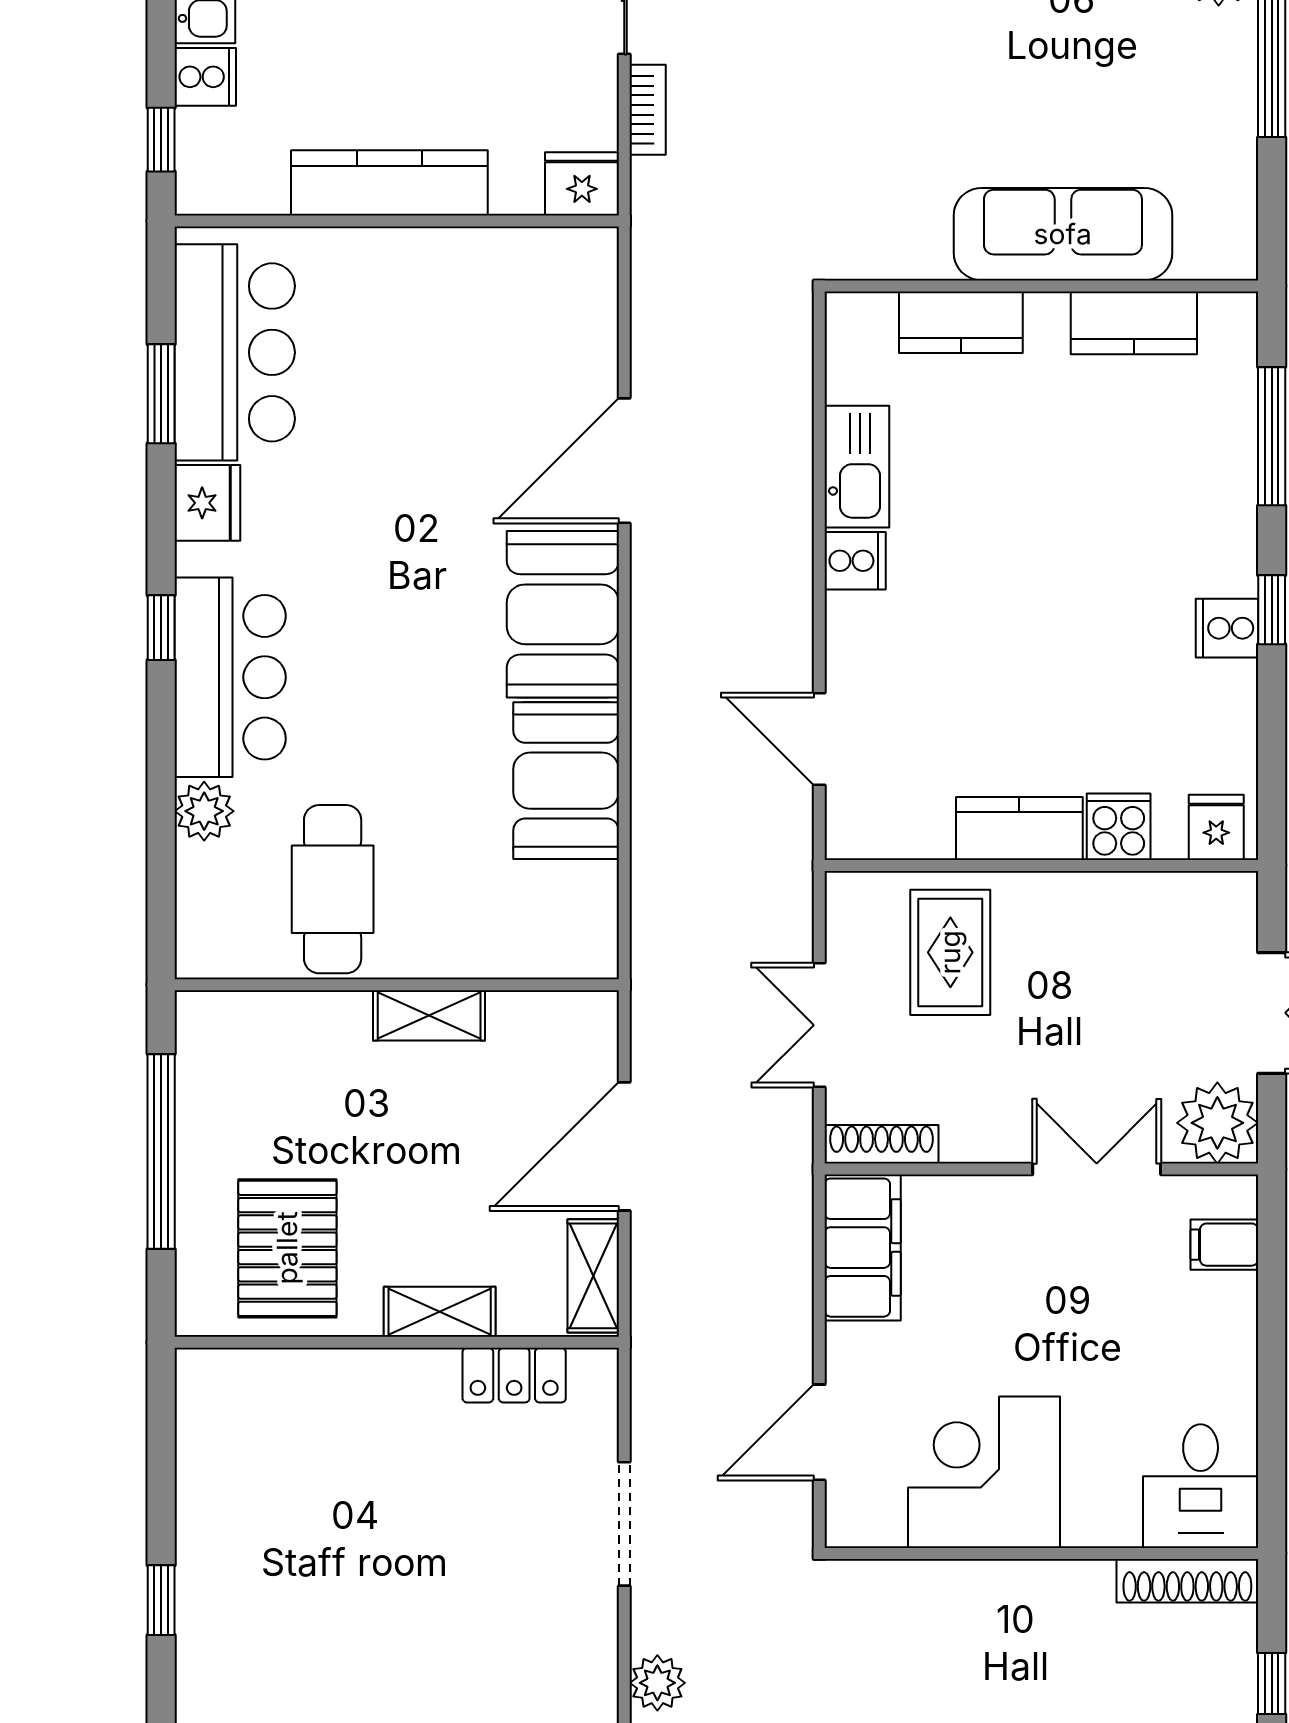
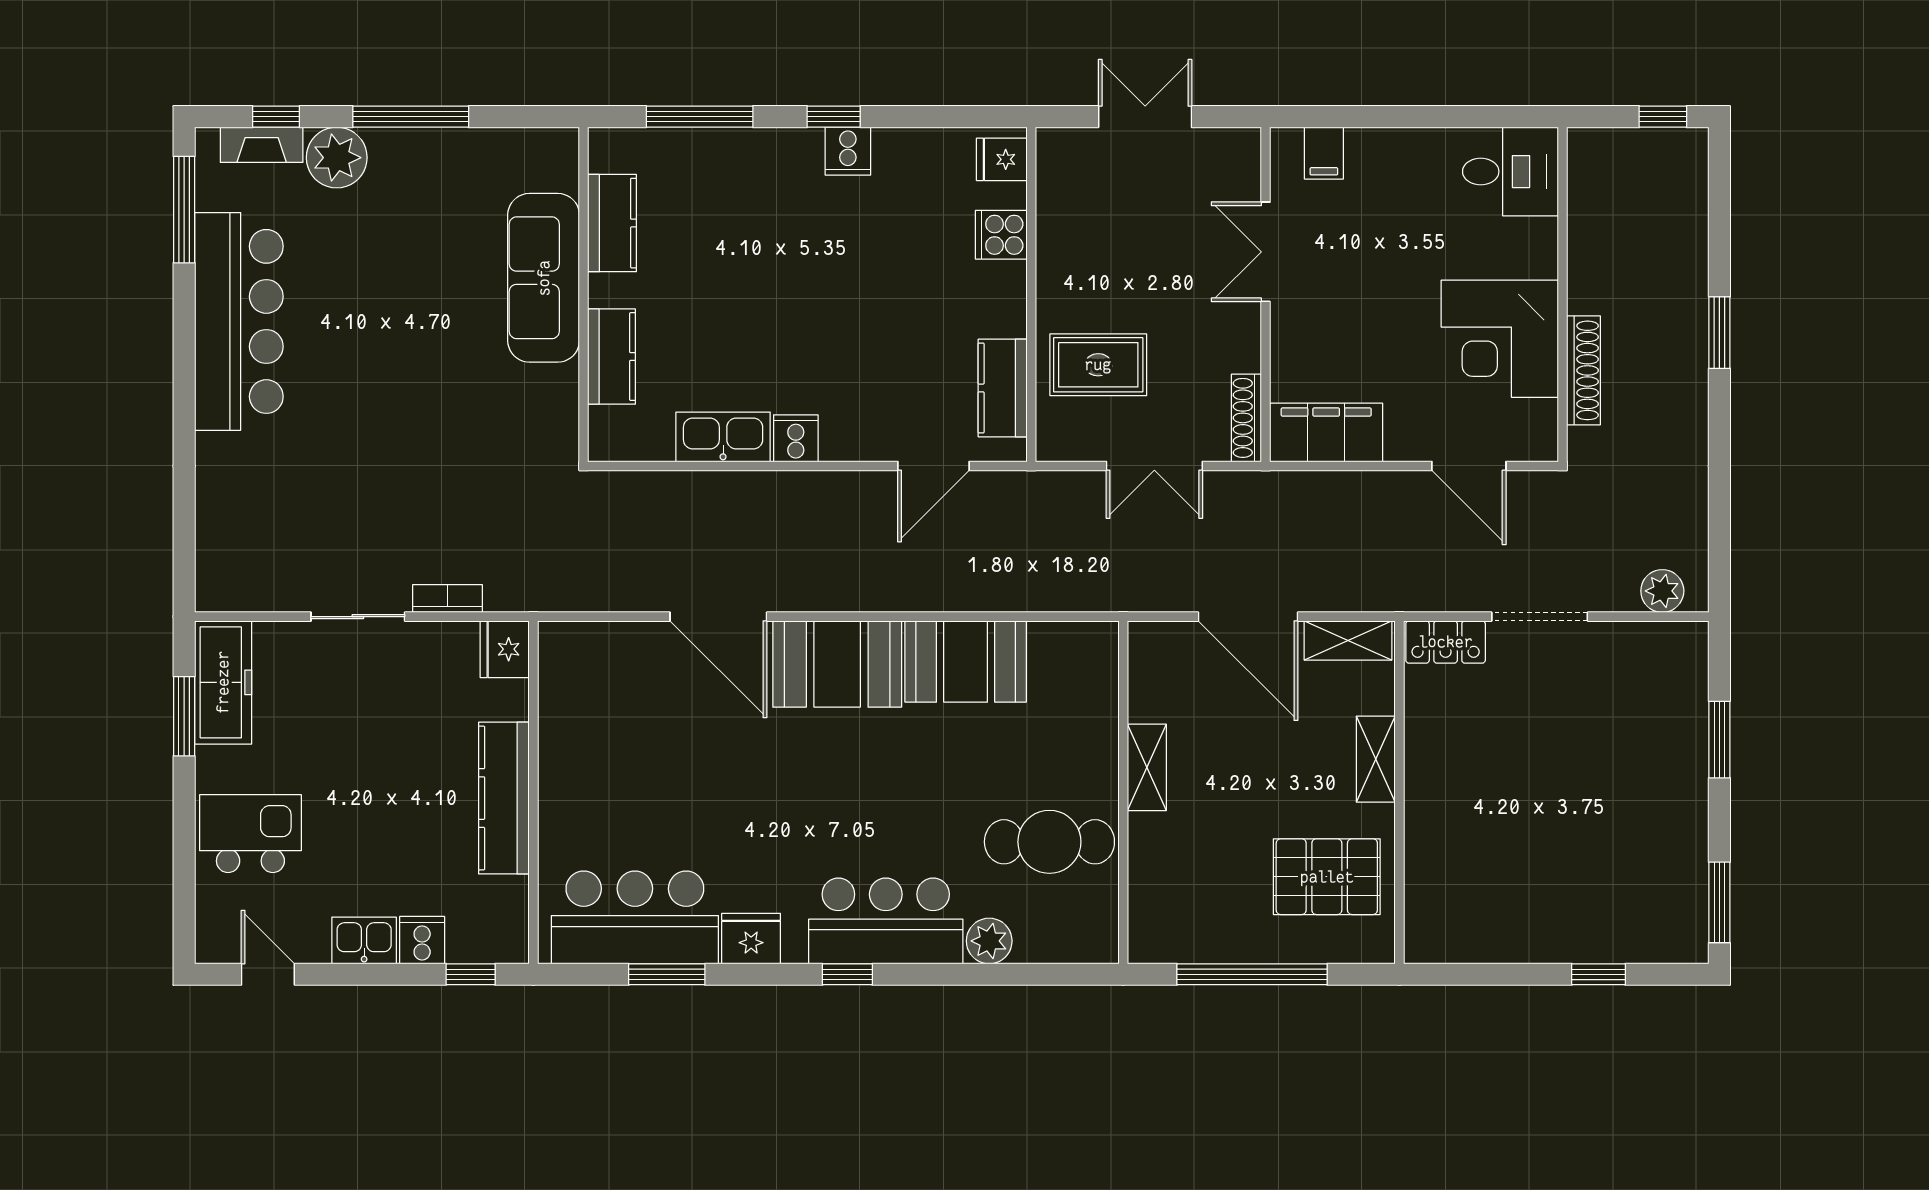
kitchen counter: (1019, 829) -> (1003, 388), moved
plant: (1217, 1123) -> (1230, 158), removed
locker: (514, 1375) -> (1446, 642), moved, turned 90
shoe rack: (1187, 1581) -> (1584, 370), moved

